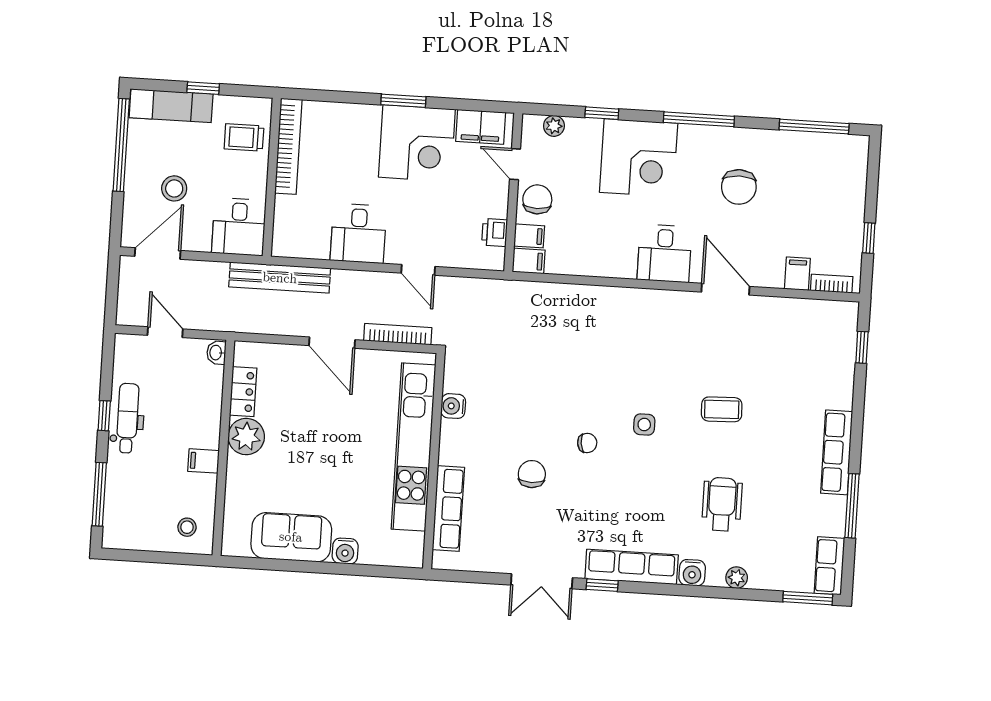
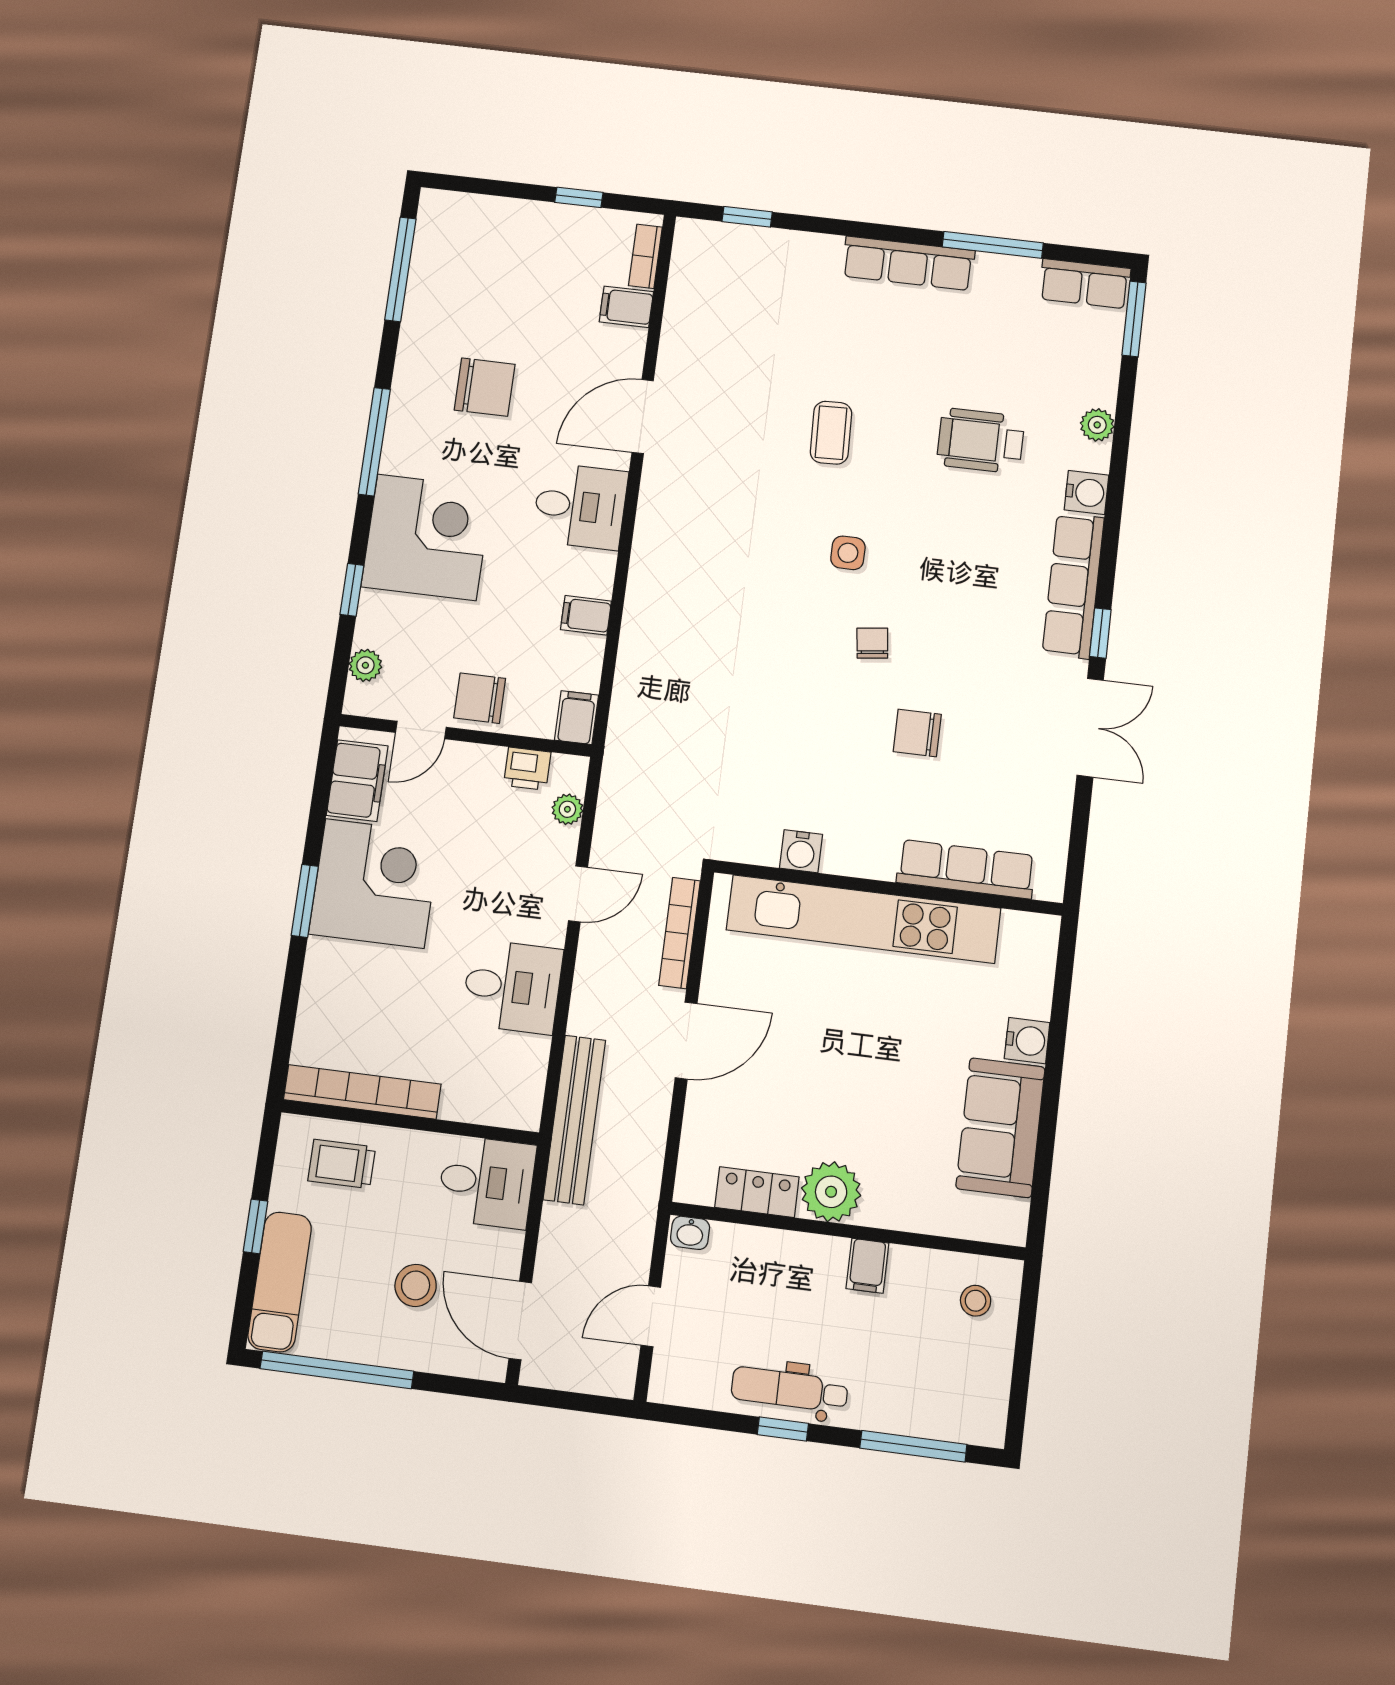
trolley: (244, 137) -> (342, 1164), turned 90
filing cabinet: (529, 236) -> (586, 615), moved, turned -90
plant: (471, 259) -> (567, 809), added

